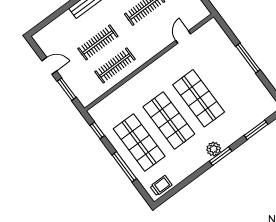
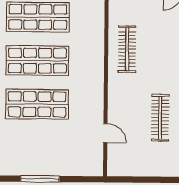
clothes rail: (98, 42) -> (161, 49), removed

